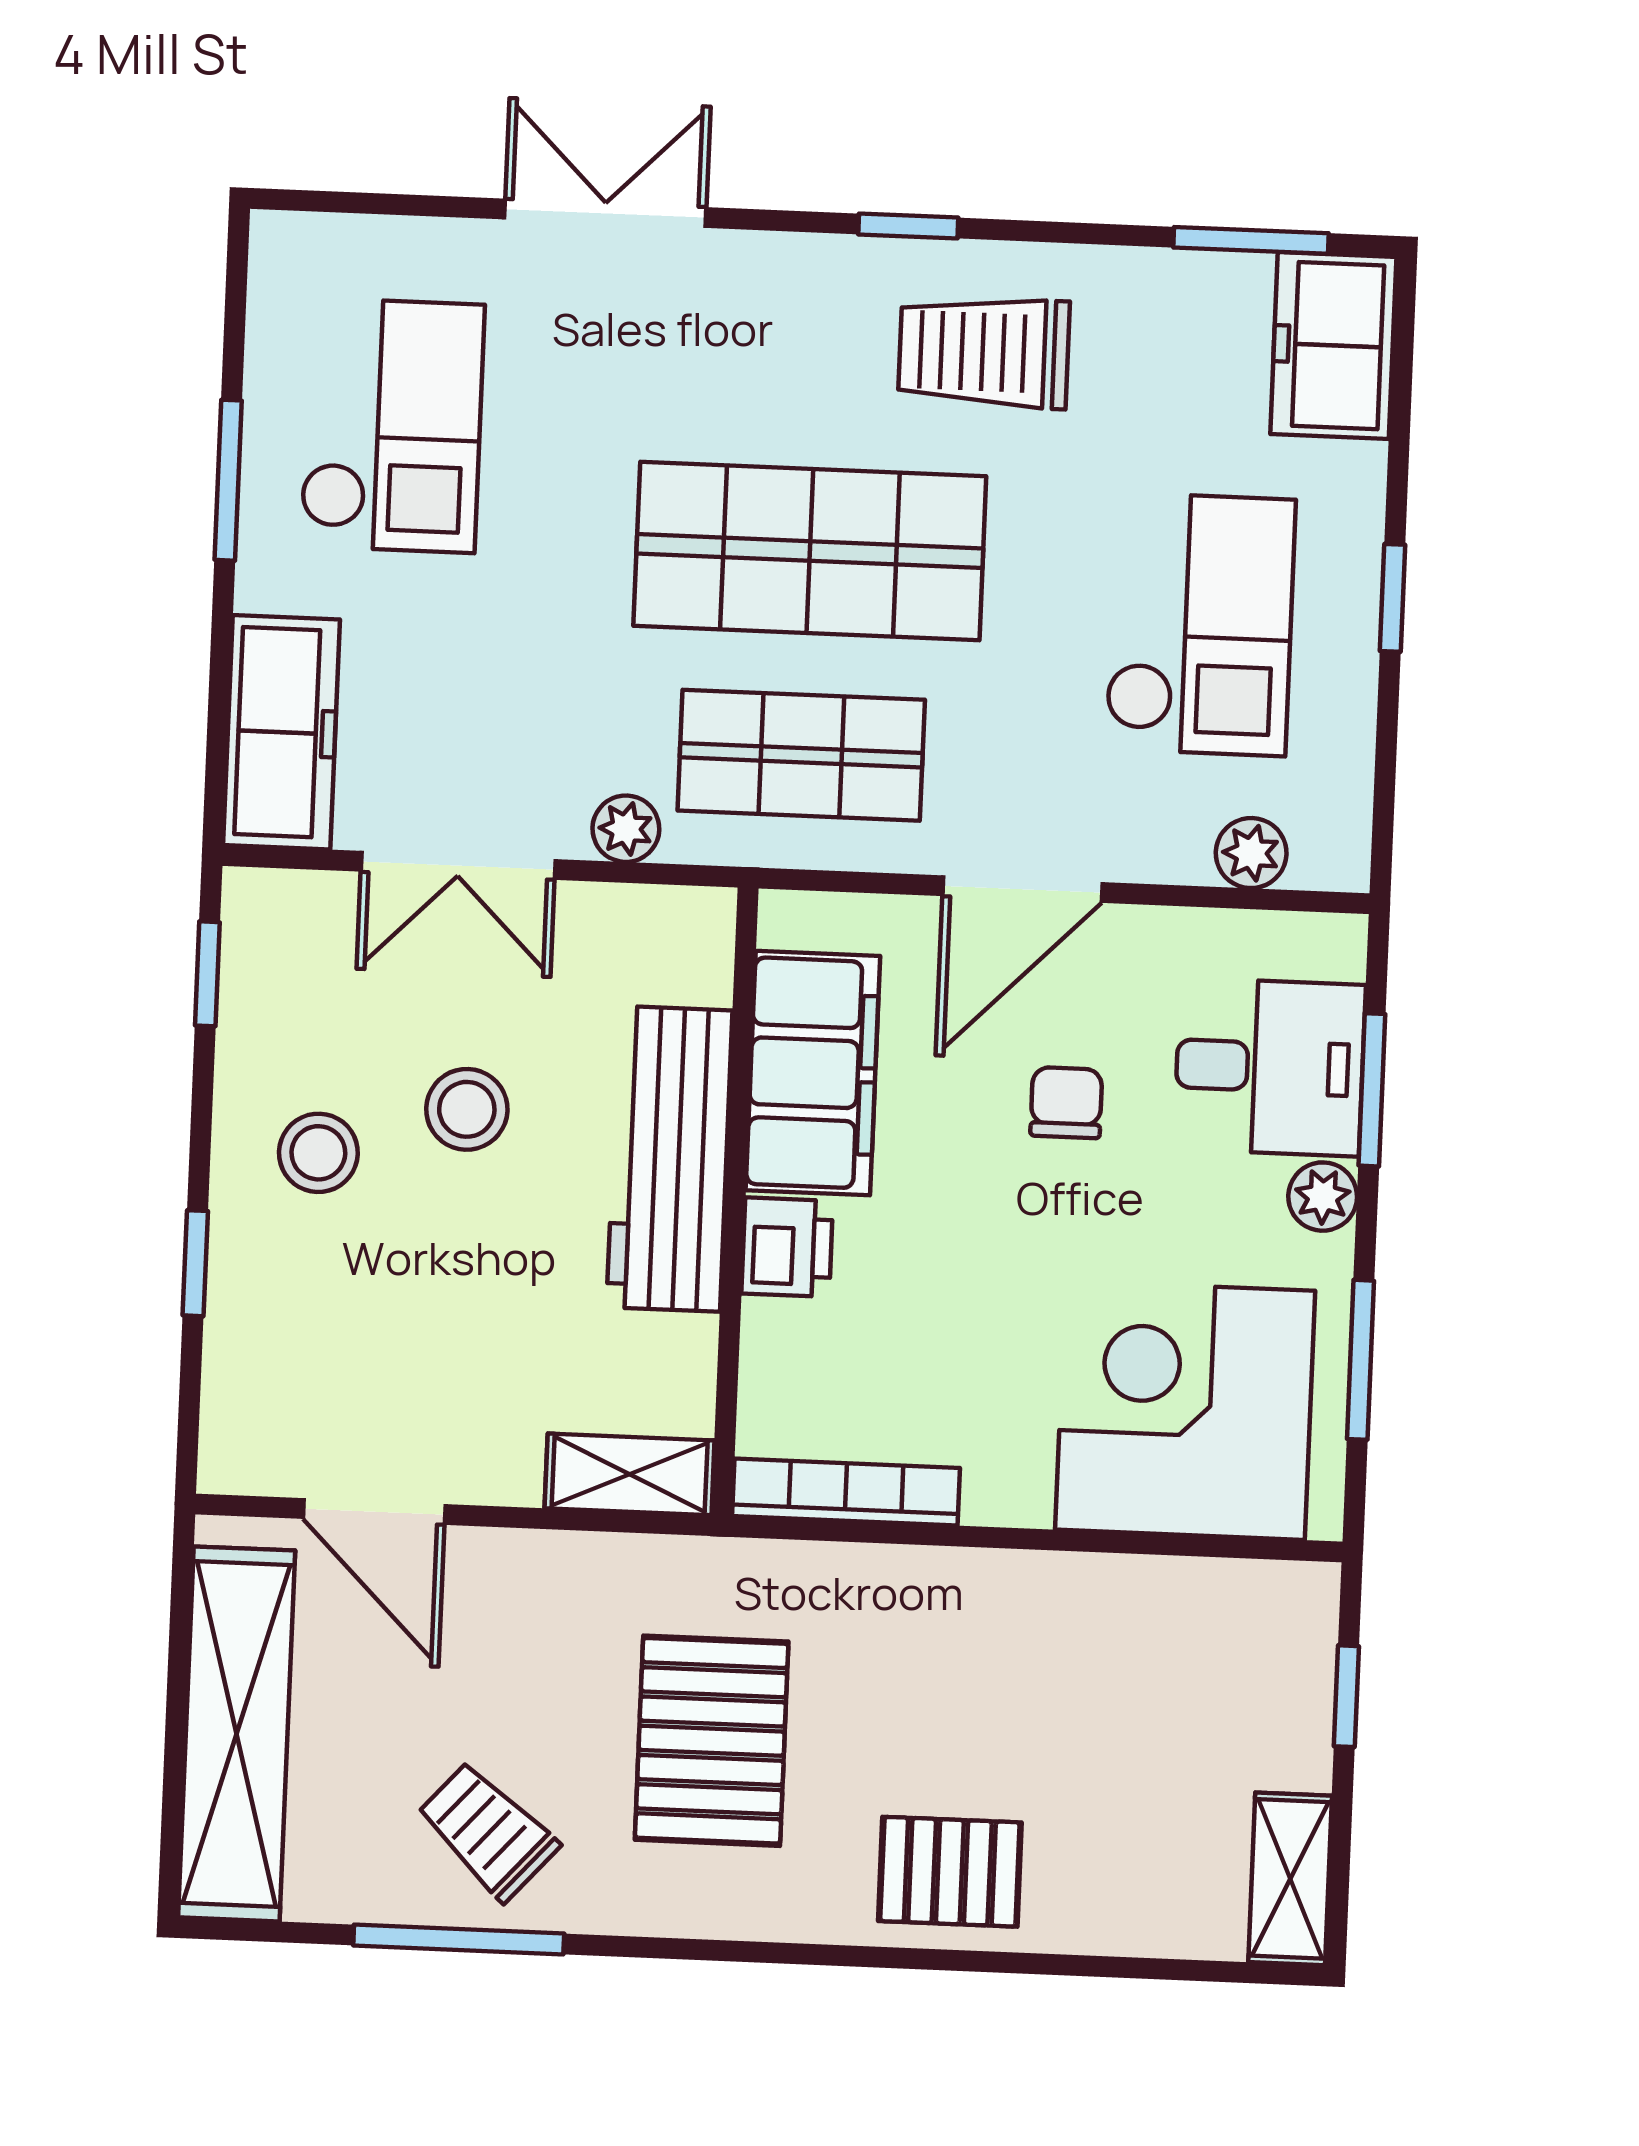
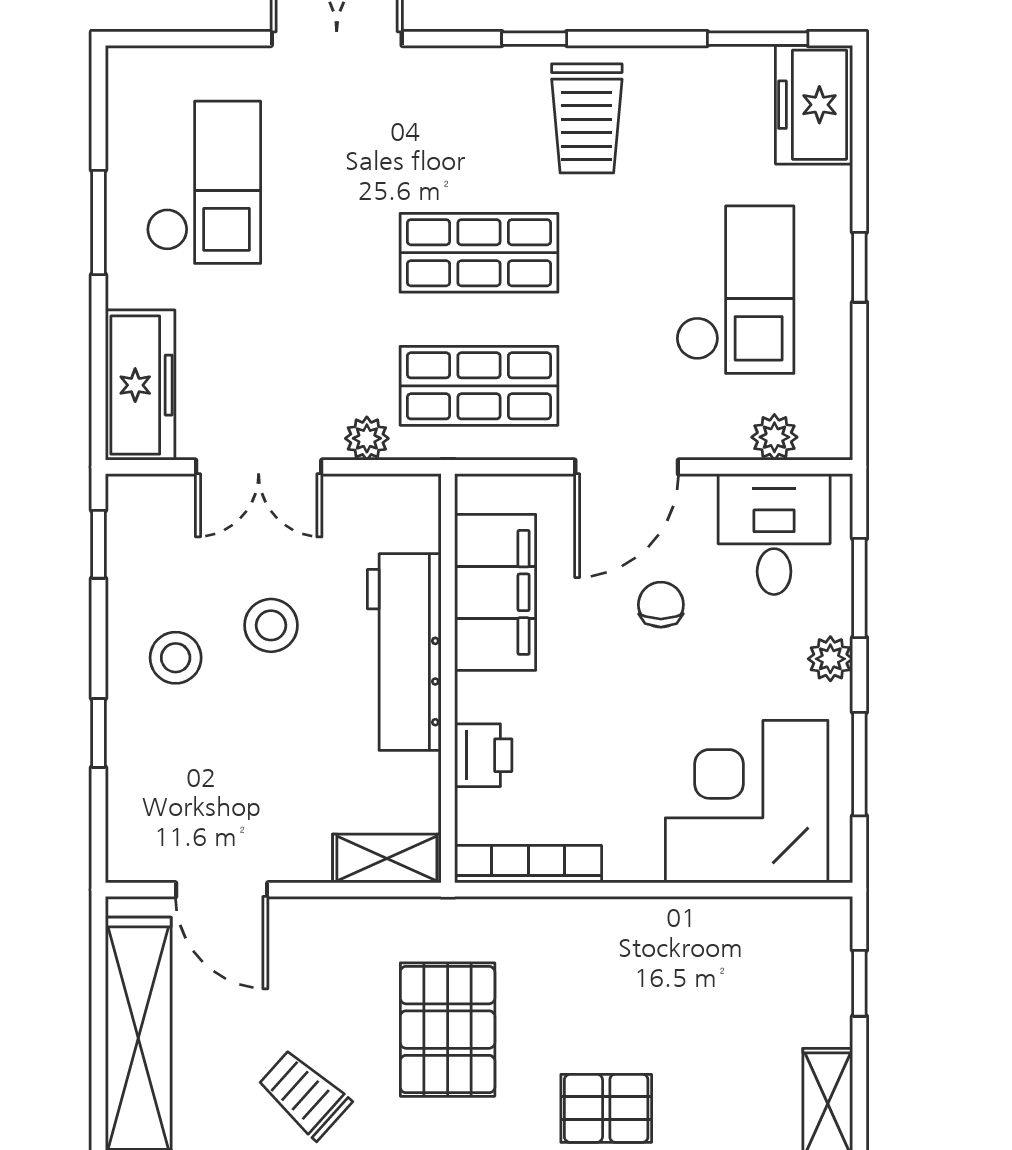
trolley: (984, 352) -> (587, 118), turned -90
shop shelf: (810, 551) -> (479, 253), width x0.70, depth x0.74
desk: (1270, 1067) -> (774, 534), moved, turned -90
printer: (787, 1247) -> (483, 755), moved

